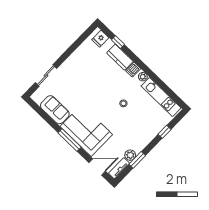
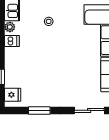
window: (75, 45) -> (39, 110), added
kitchen counter: (120, 57) -> (12, 63), removed

